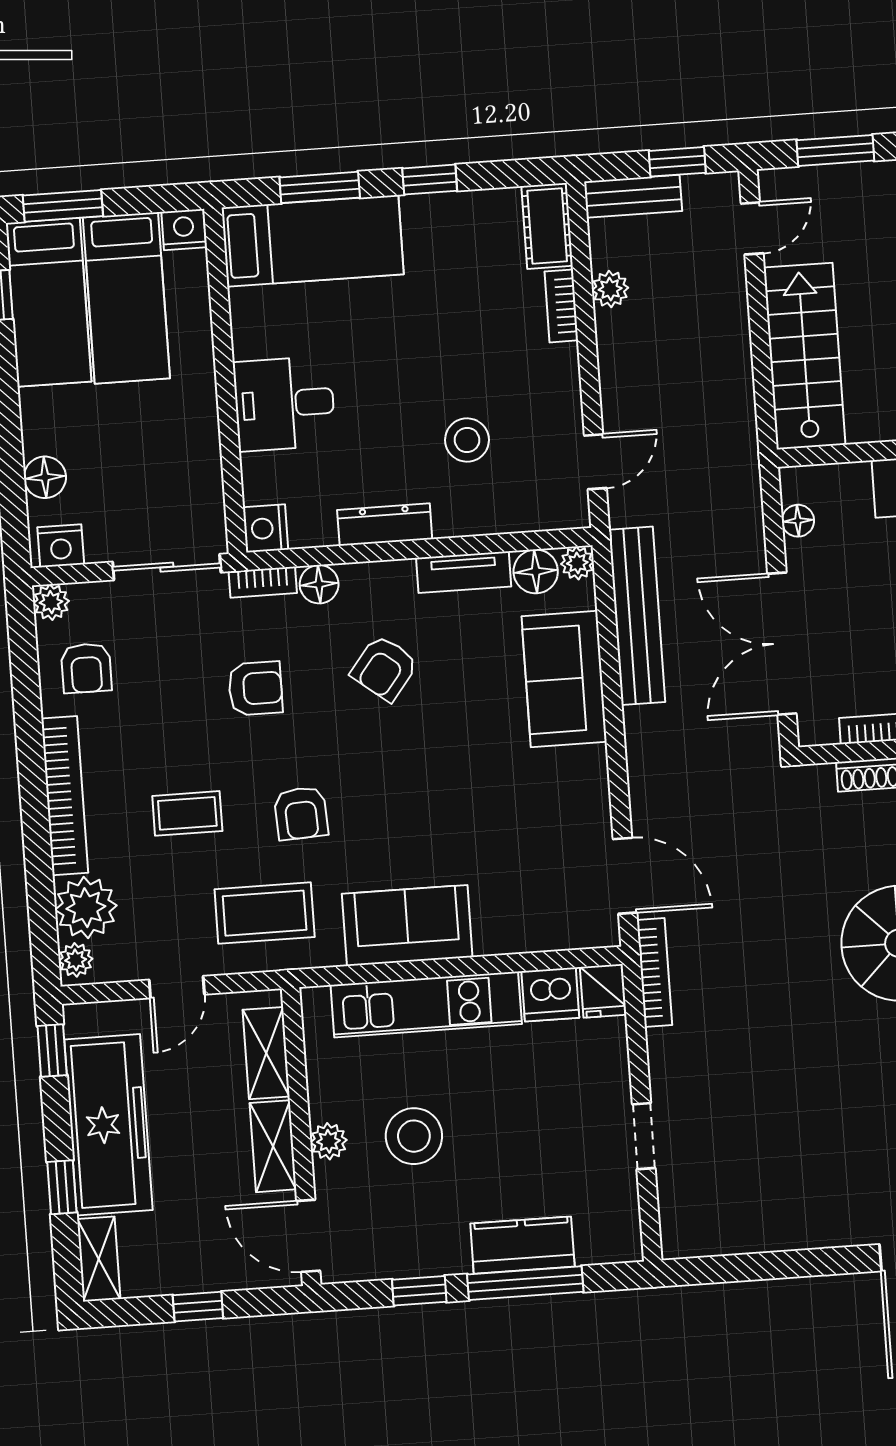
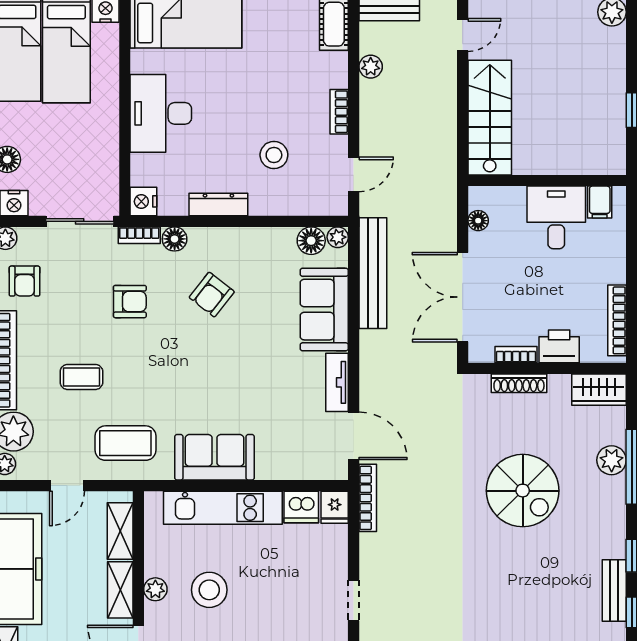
bookcase: (561, 306) -> (339, 112), moved
desk: (284, 404) -> (161, 113), width x1.37
tv unit: (464, 572) -> (337, 382), moved, turned 90
armchair: (301, 813) -> (153, 382), removed

